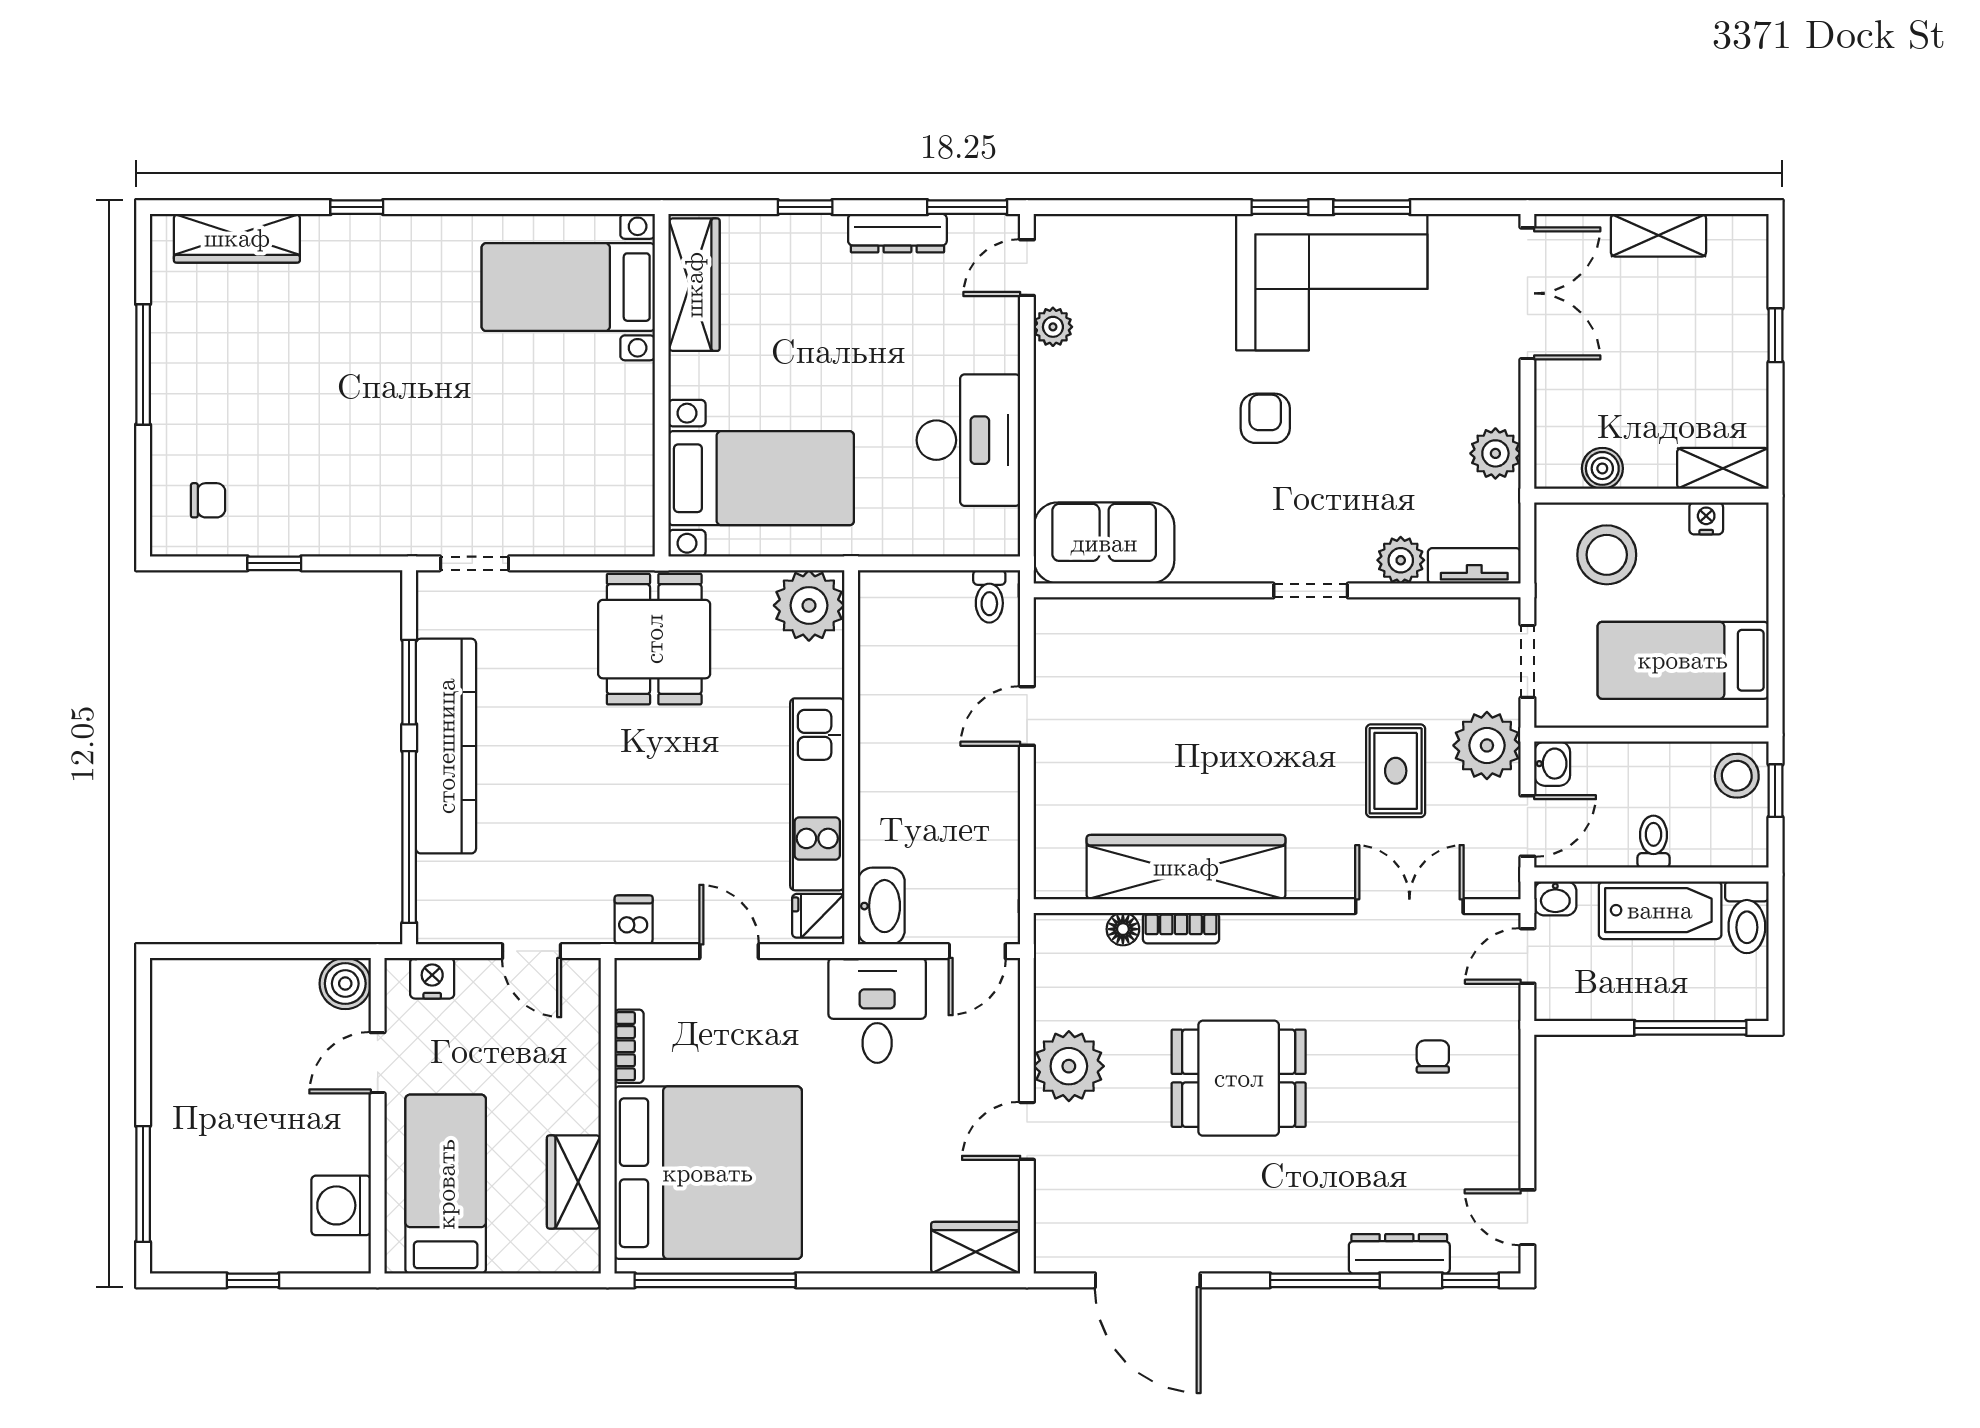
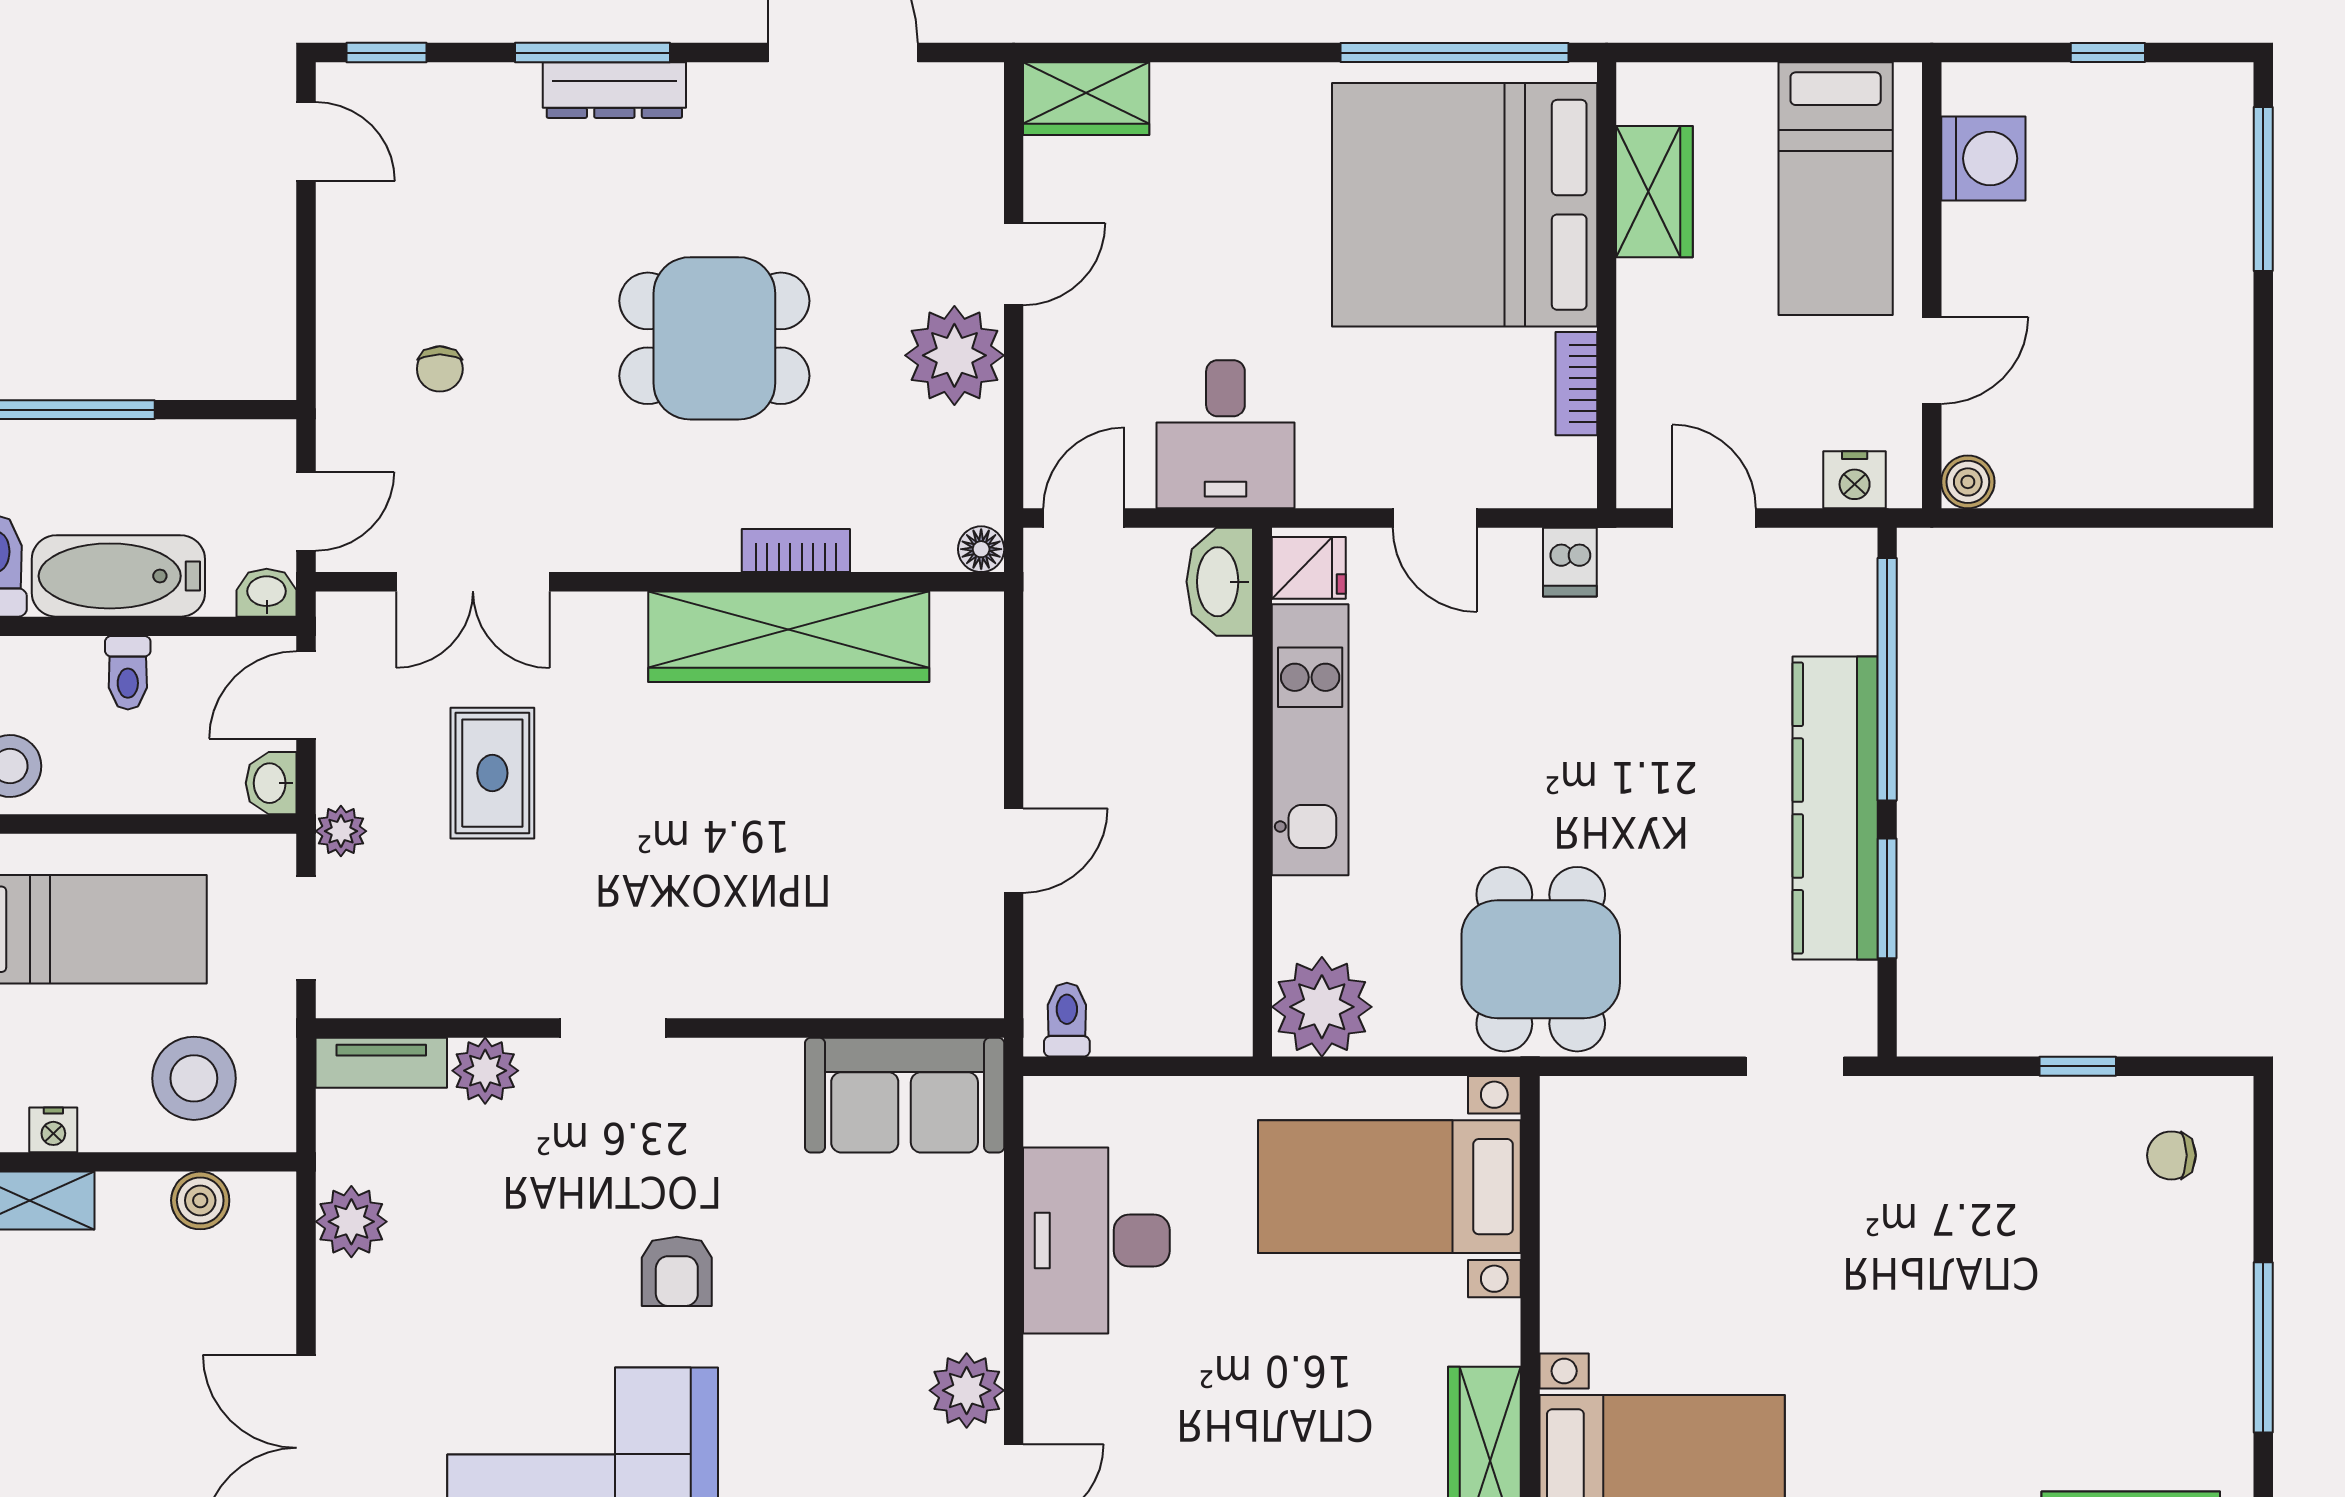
plant: (1053, 327) -> (967, 1390), width x1.38, depth x1.38
plant: (1487, 745) -> (341, 831), width x0.53, depth x0.53
floor lamp: (1123, 929) -> (981, 549), moved
boiler: (345, 984) -> (1968, 482), width x0.73, depth x0.73
dresser: (1399, 1254) -> (614, 90), moved

